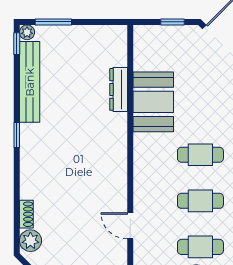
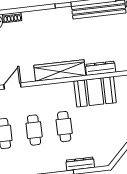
wardrobe: (115, 151) -> (60, 70), added

